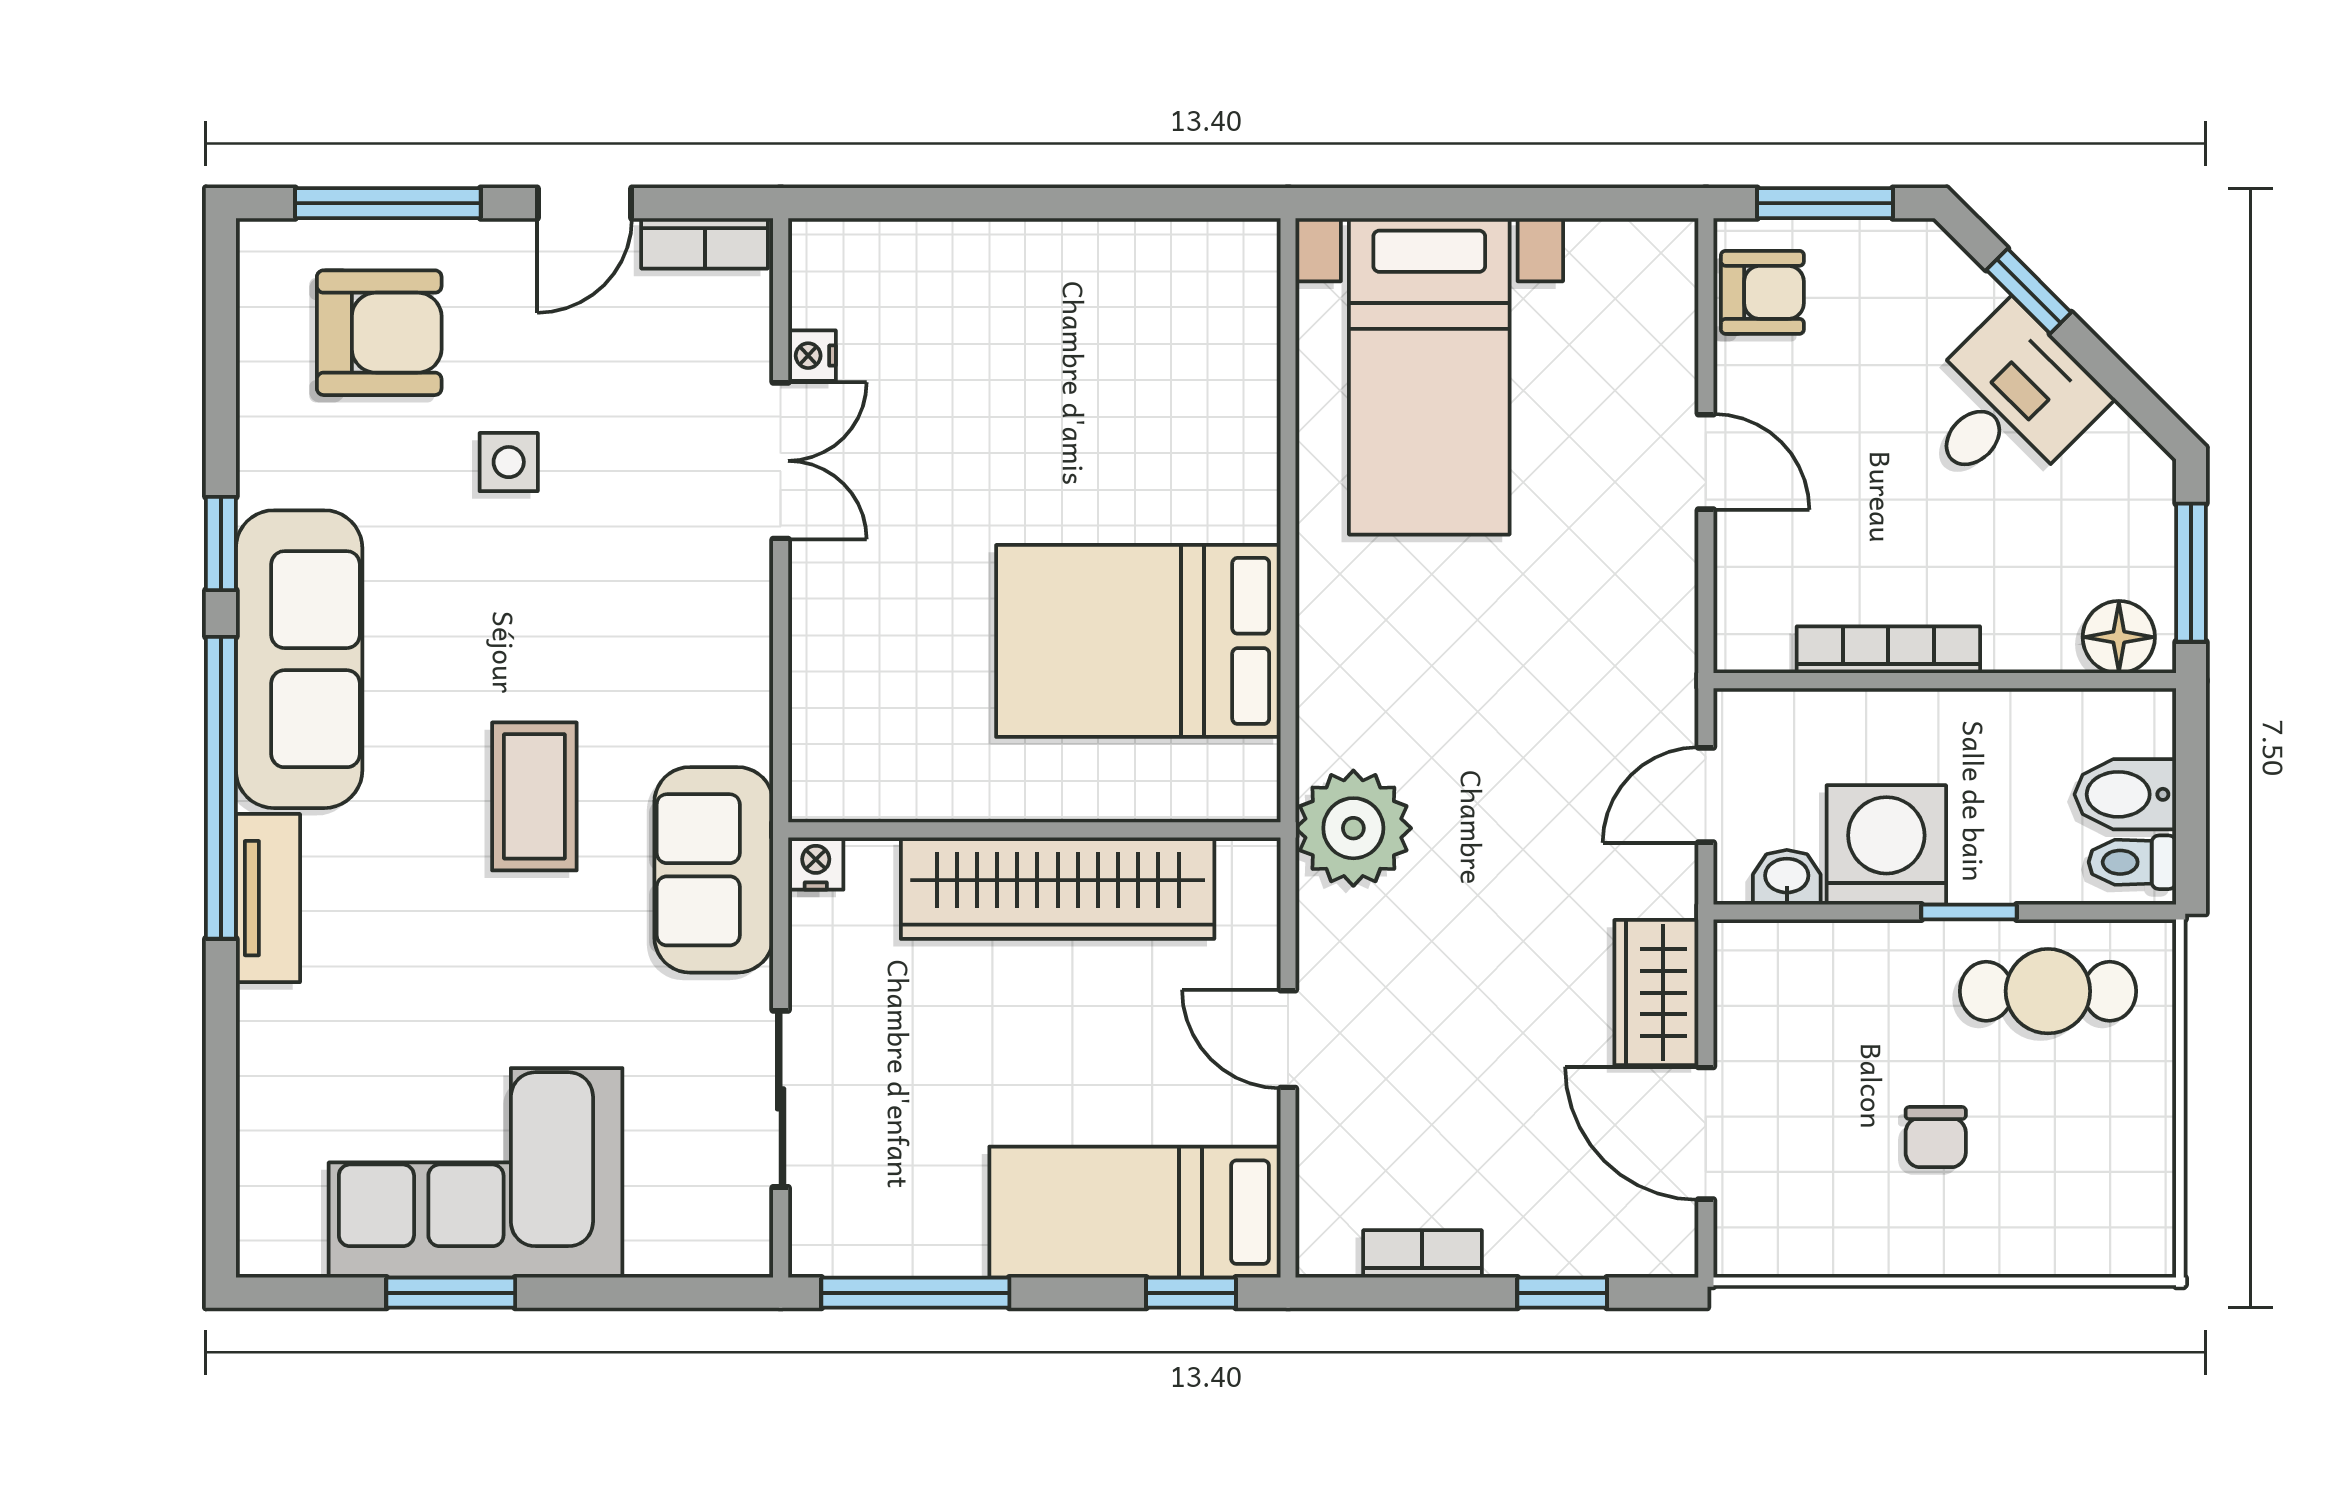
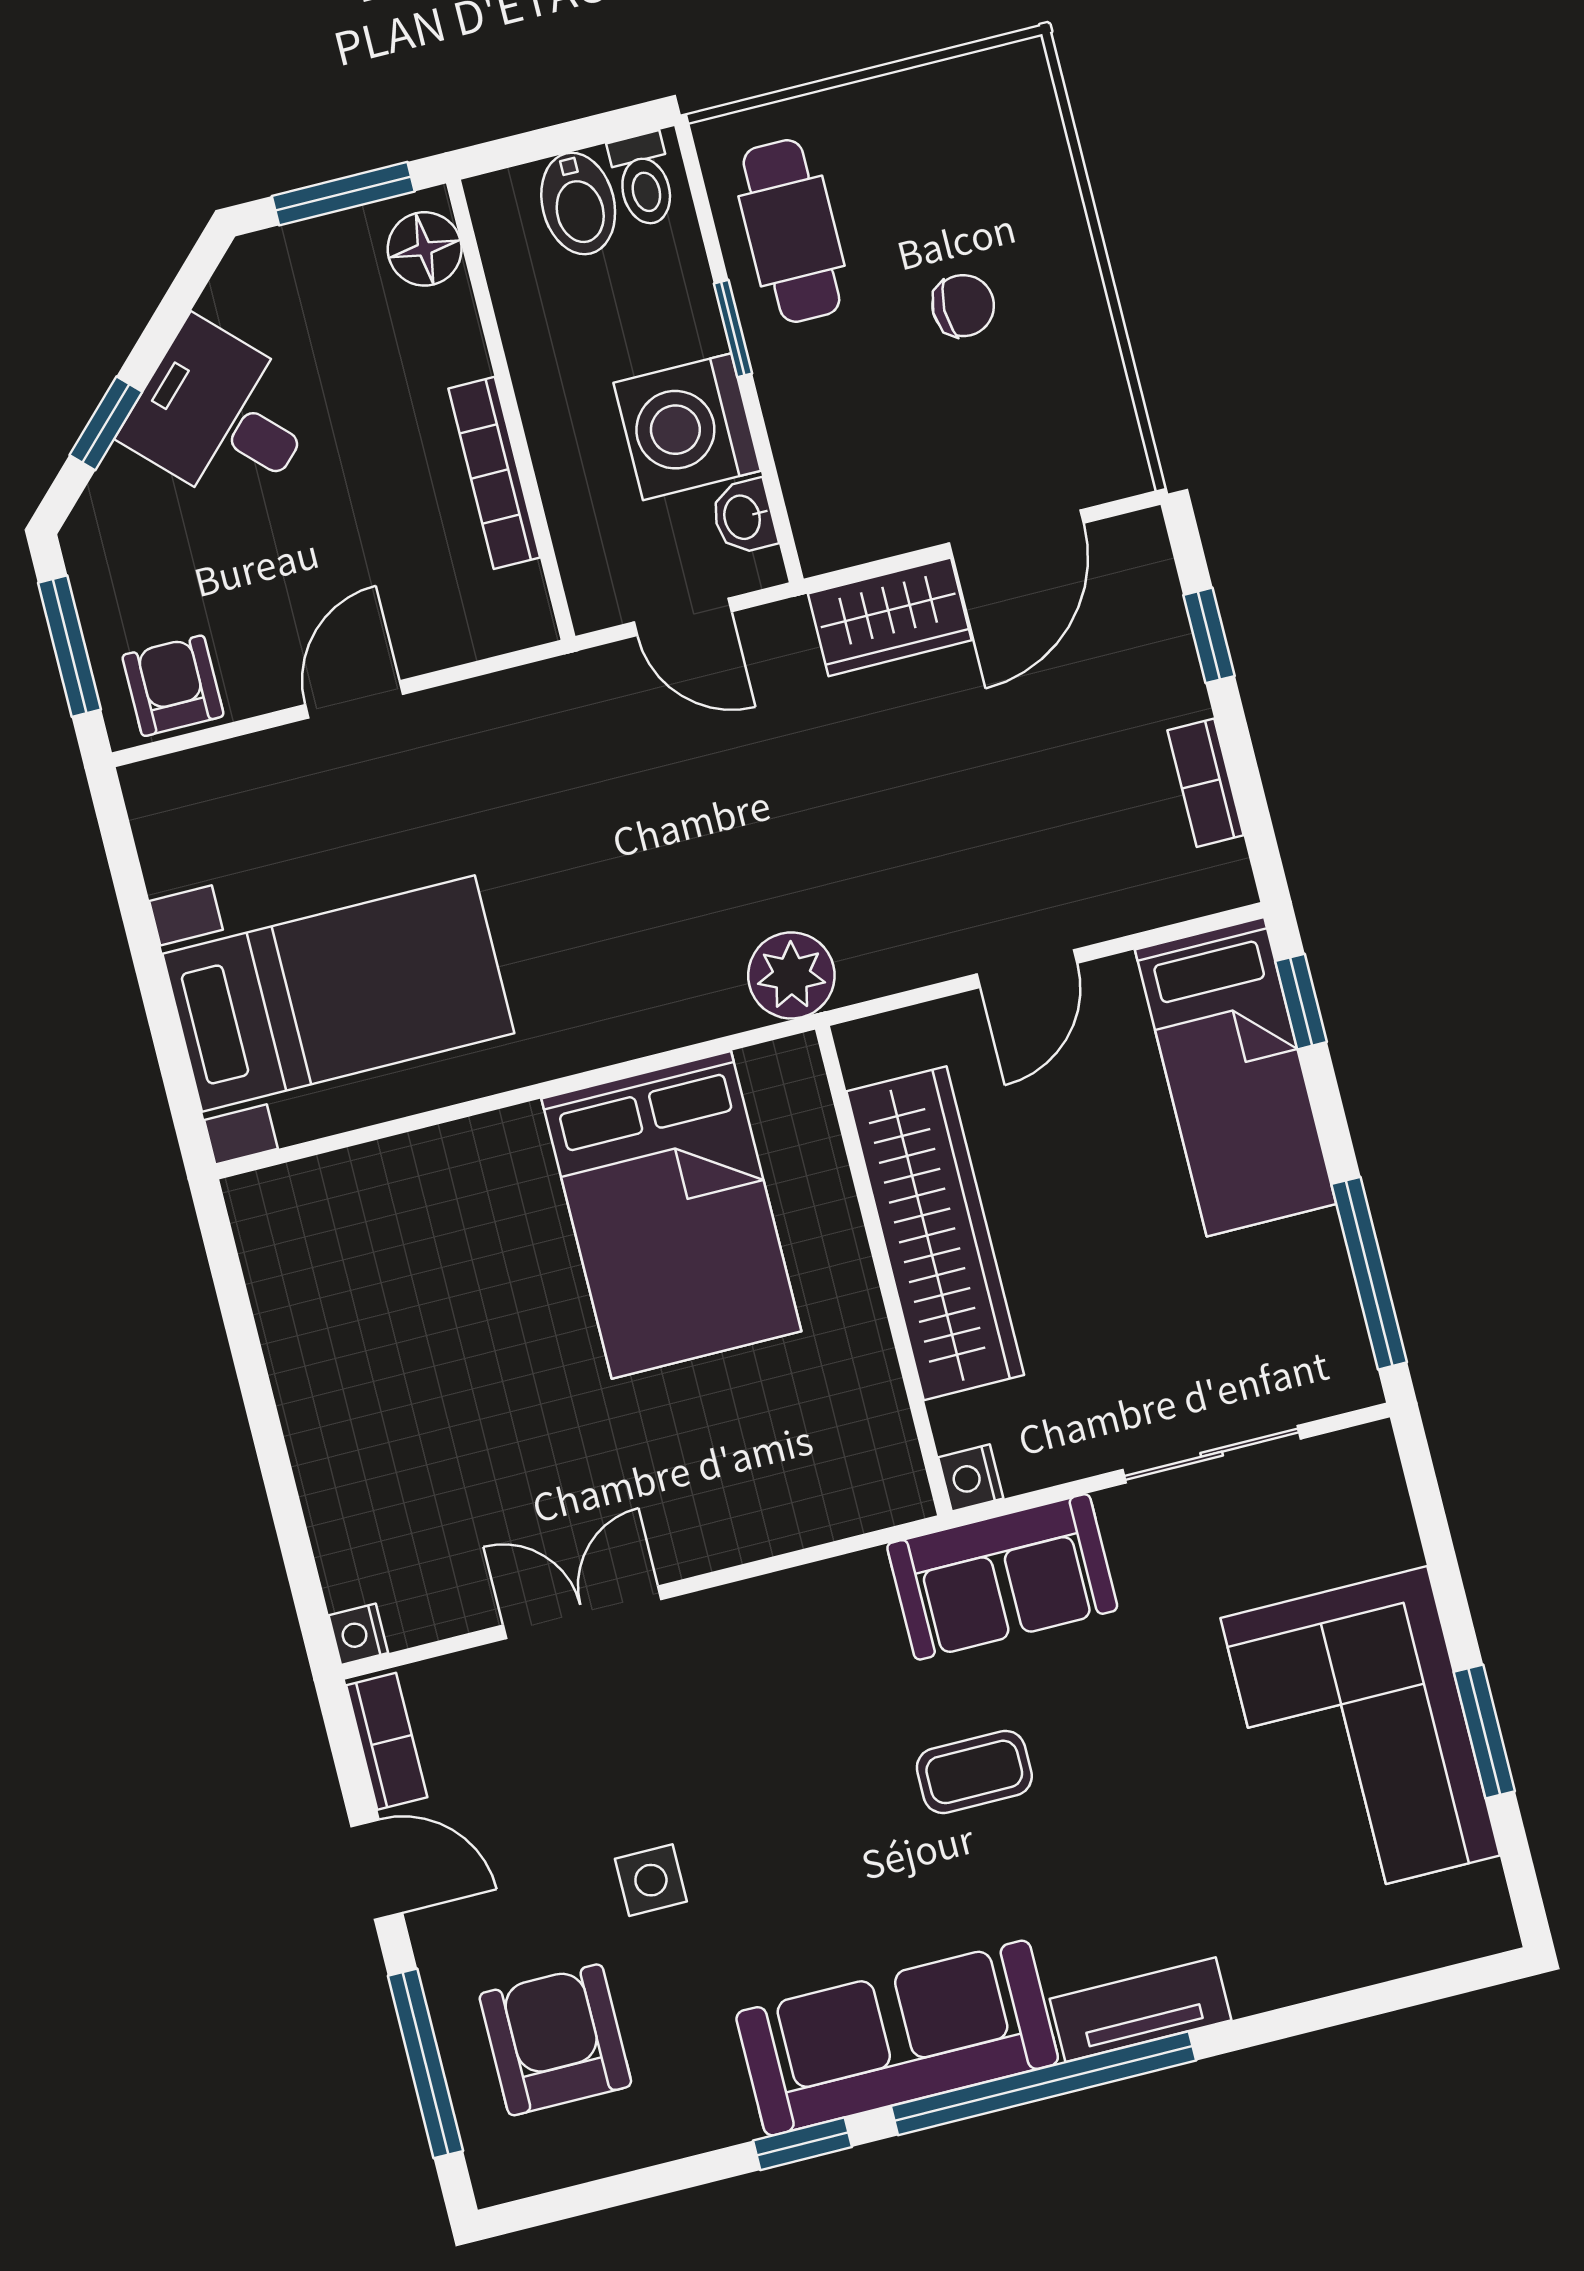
nightstand: (812, 356) -> (358, 1634), moved, turned 90
coffee table: (534, 796) -> (974, 1772), width x0.73, depth x0.77
plant: (1353, 828) -> (791, 975), width x0.73, depth x0.73

